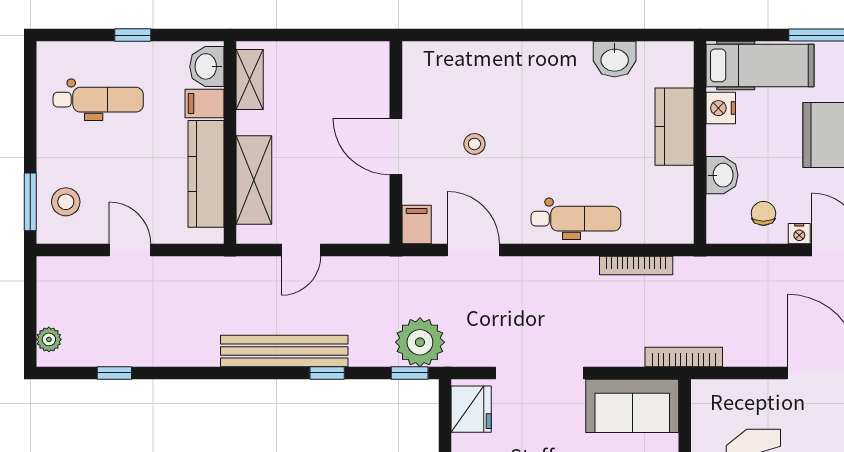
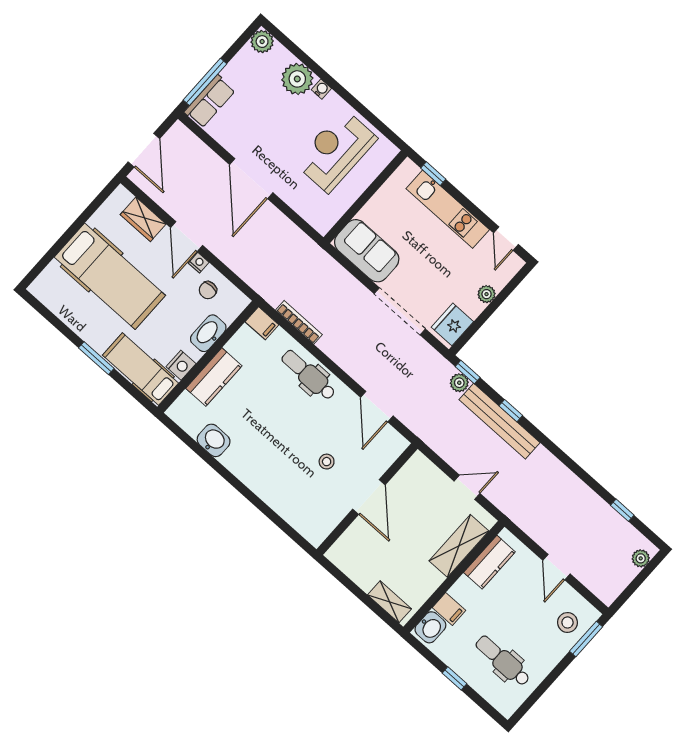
shelving: (250, 80) -> (389, 602), moved, turned 90
kitchen counter: (206, 174) -> (489, 562), width x0.67
washbasin: (722, 175) -> (208, 333), width x1.38
filing cabinet: (417, 225) -> (262, 323), moved, turned -90
plant: (420, 342) -> (459, 383), width x0.53, depth x0.53
bench: (284, 351) -> (499, 421), moved
bookcase: (684, 357) -> (317, 252), removed

